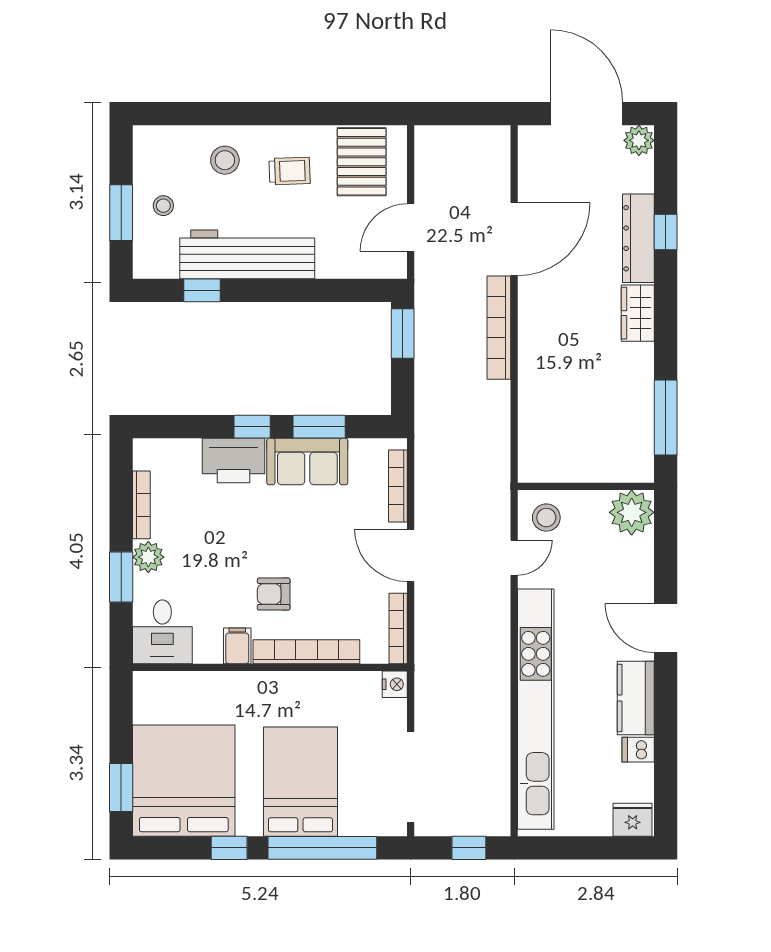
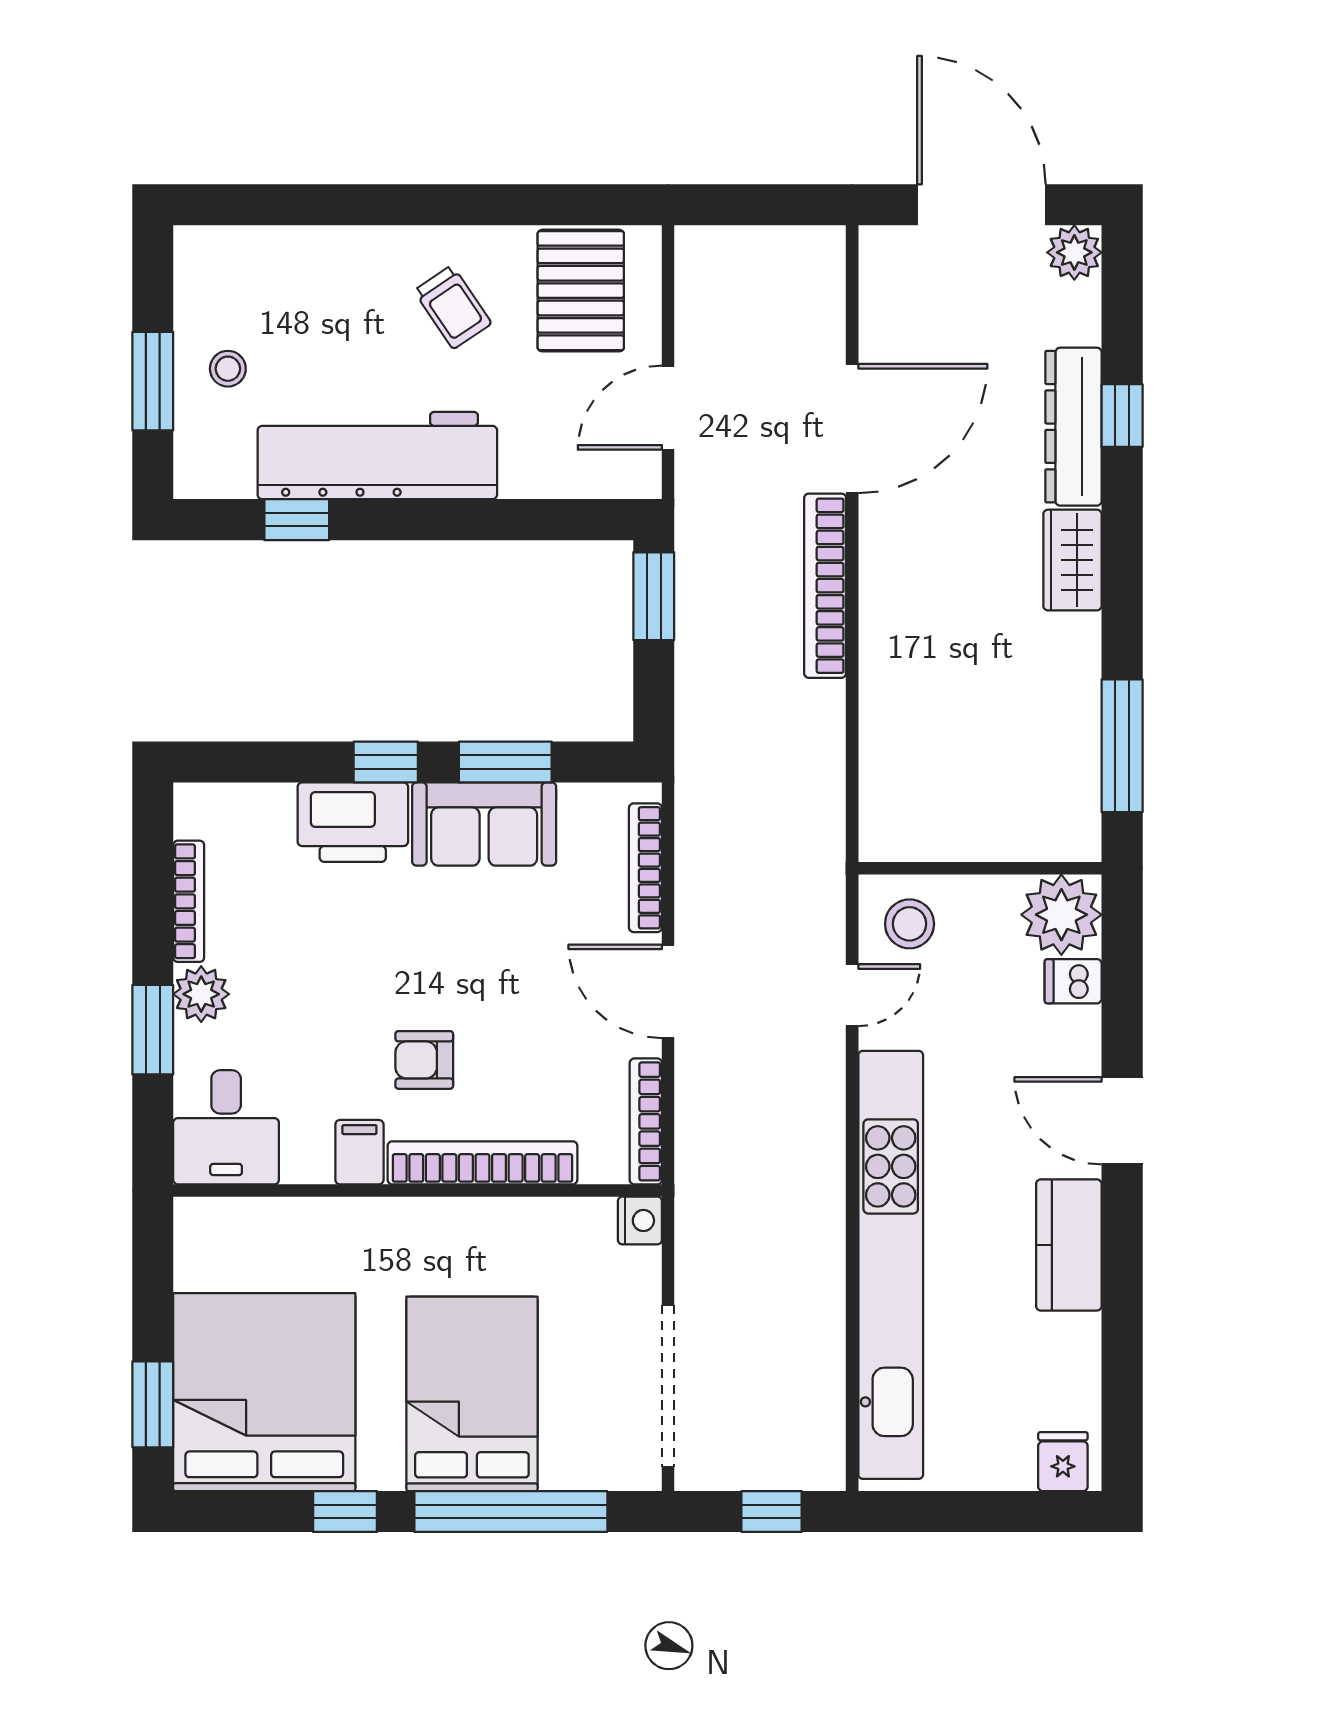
stool: (225, 160) -> (337, 288), removed
trolley: (290, 171) -> (453, 307), turned 58
dishwasher: (638, 750) -> (1073, 981), moved
fridge: (633, 820) -> (1063, 1462), width x0.72

